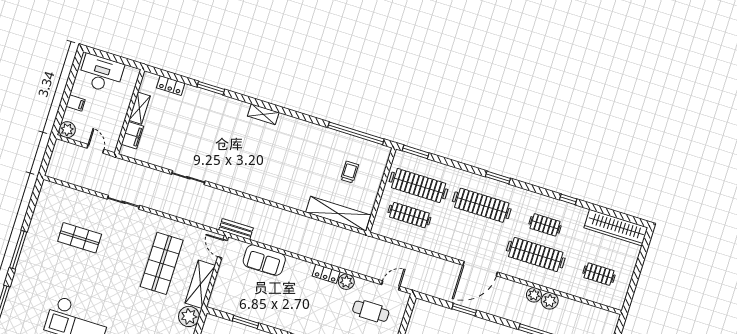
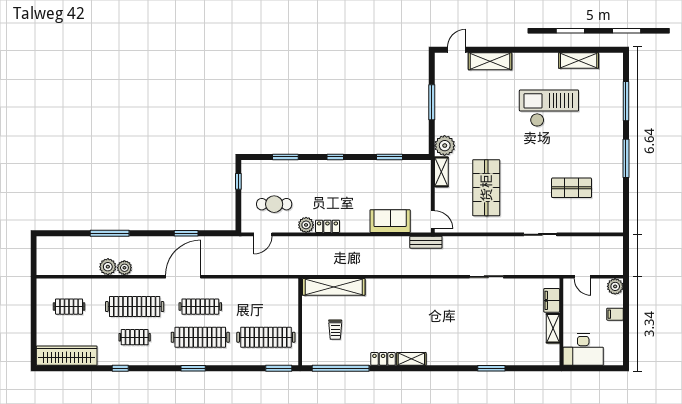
desk: (101, 74) -> (583, 350), moved
locker: (171, 85) -> (383, 359), moved
shelving: (263, 114) -> (411, 359), moved
clothes rail: (409, 215) -> (200, 307), moved
shelving: (200, 284) -> (441, 172), width x0.67, depth x0.75

